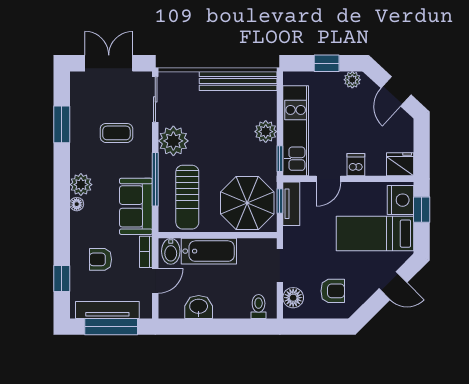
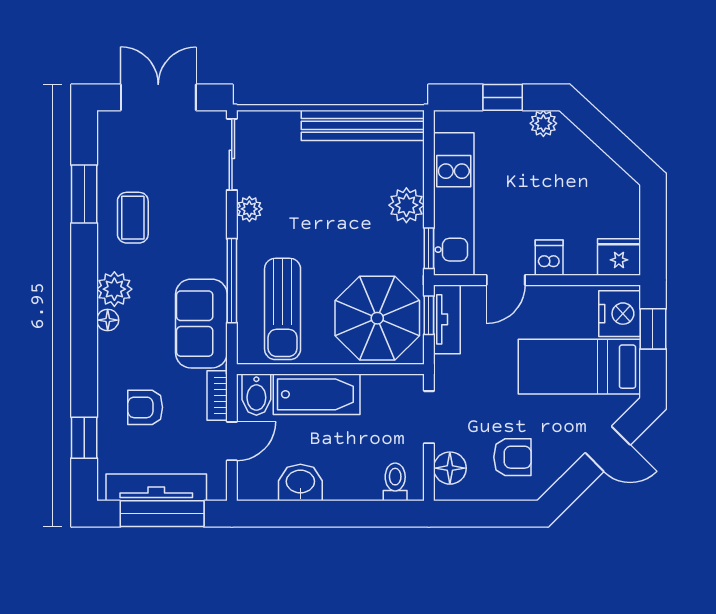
door: (396, 91) -> (613, 142), removed
coffee table: (116, 133) -> (133, 218), moved, turned 90
plant: (173, 141) -> (249, 209), width x0.53, depth x0.53

